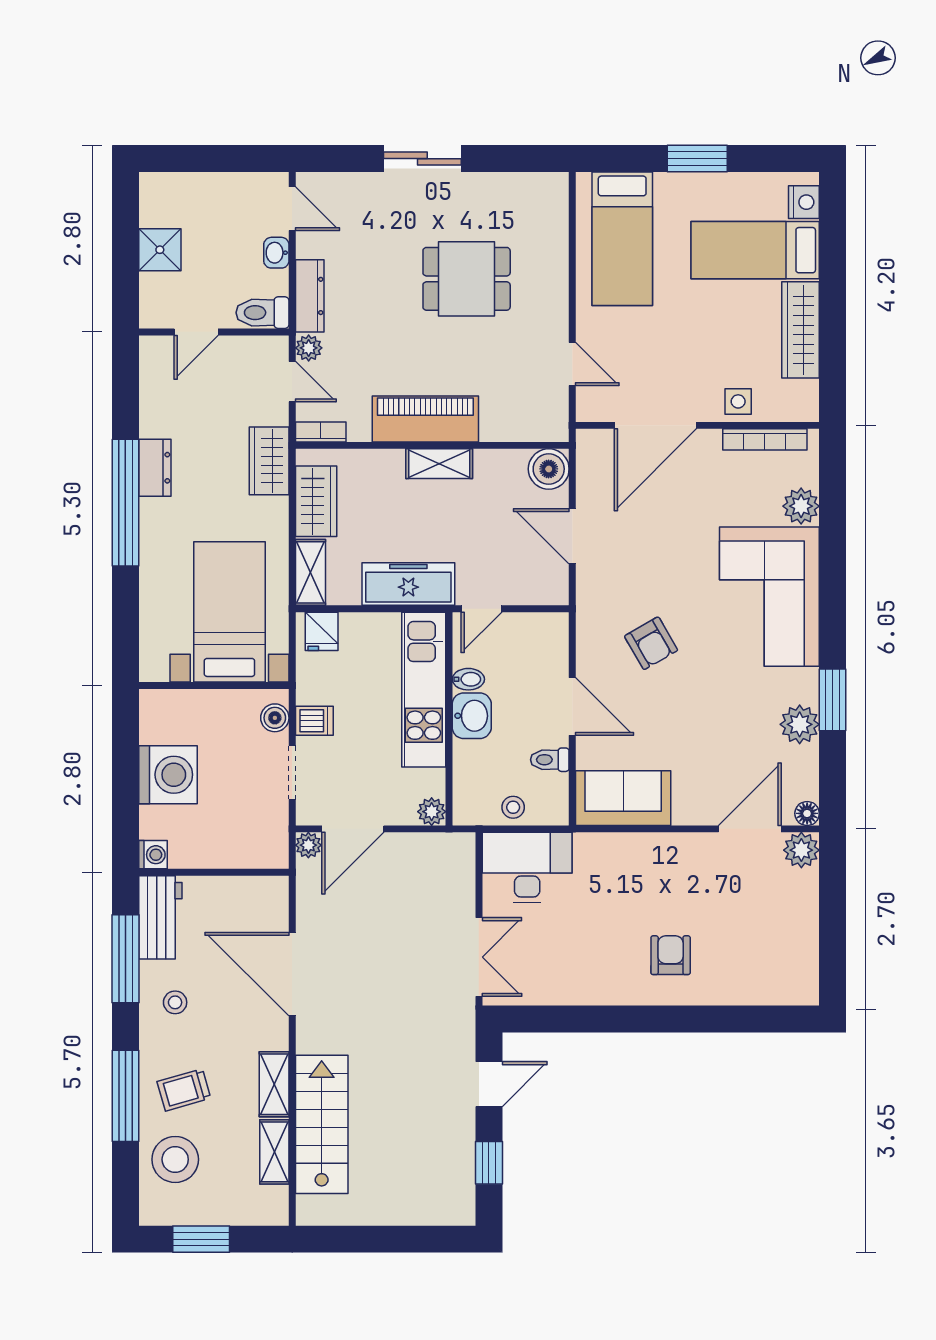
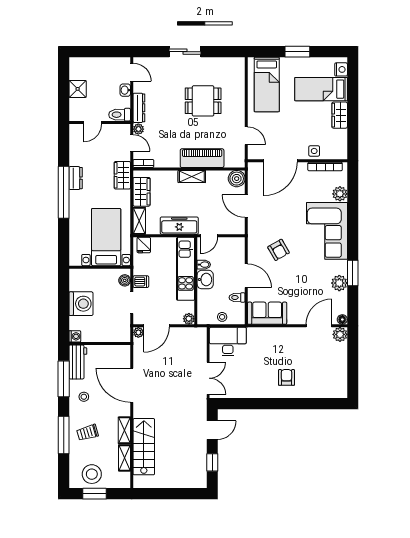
wardrobe: (800, 330) -> (340, 115), width x0.67
piano: (425, 419) -> (202, 158), moved
stool: (175, 1159) -> (92, 474), moved

